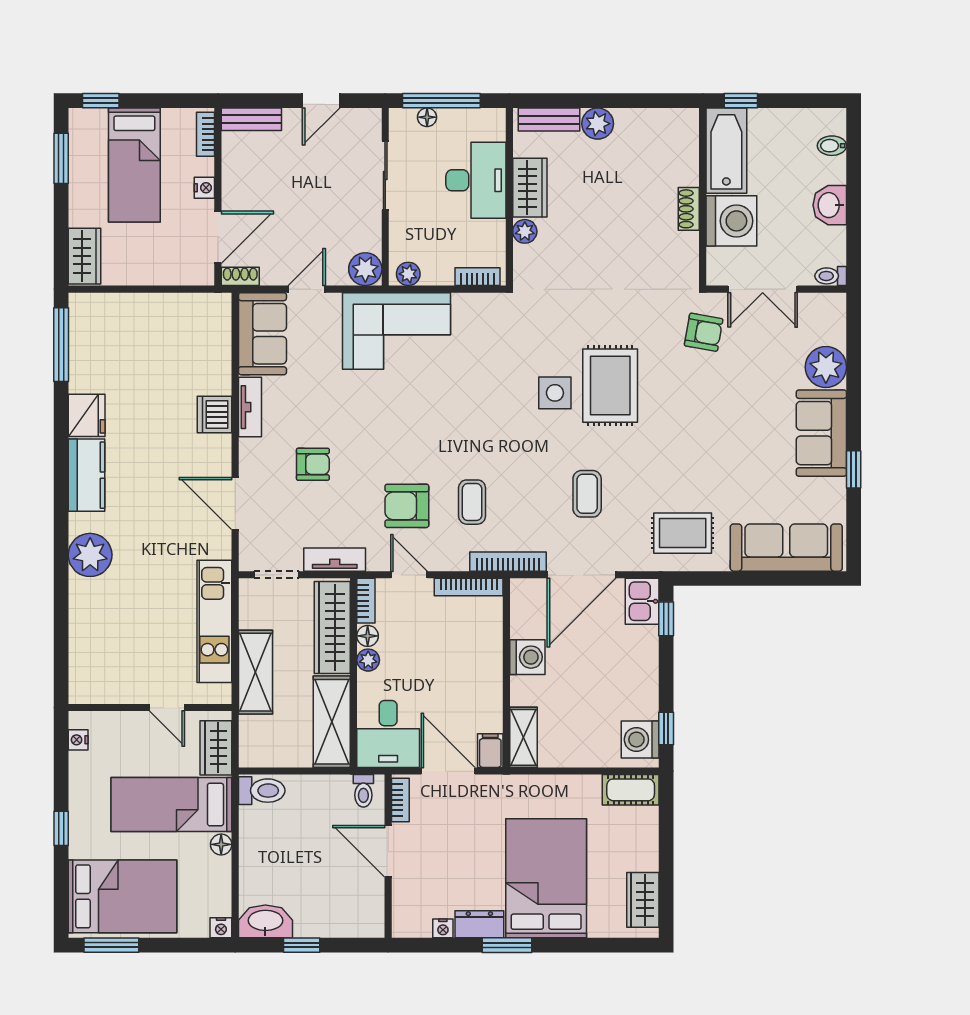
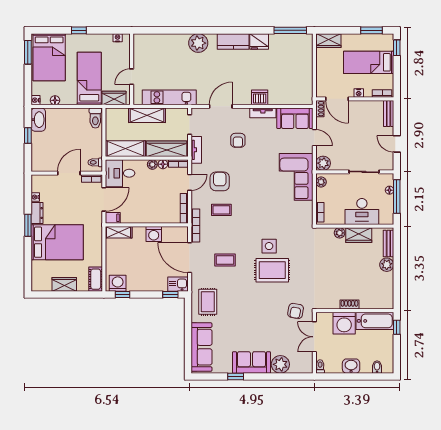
floor lamp: (221, 844) -> (55, 100), moved
wardrobe: (643, 900) -> (64, 284), moved

